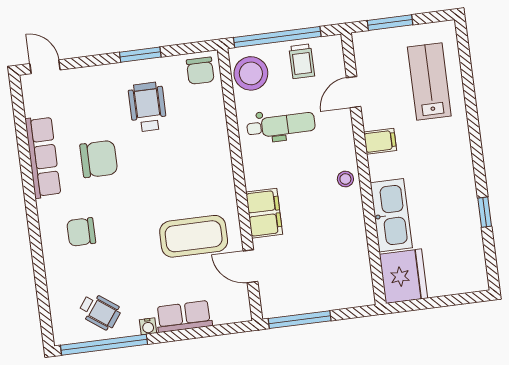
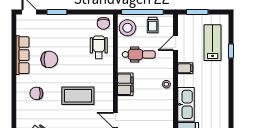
window: (140, 55) -> (57, 12), moved
wheelchair: (147, 107) -> (99, 47), moved
window: (485, 212) -> (231, 51), moved
filing cabinet: (264, 213) -> (125, 84), moved
coffee table: (194, 236) -> (78, 96), moved

